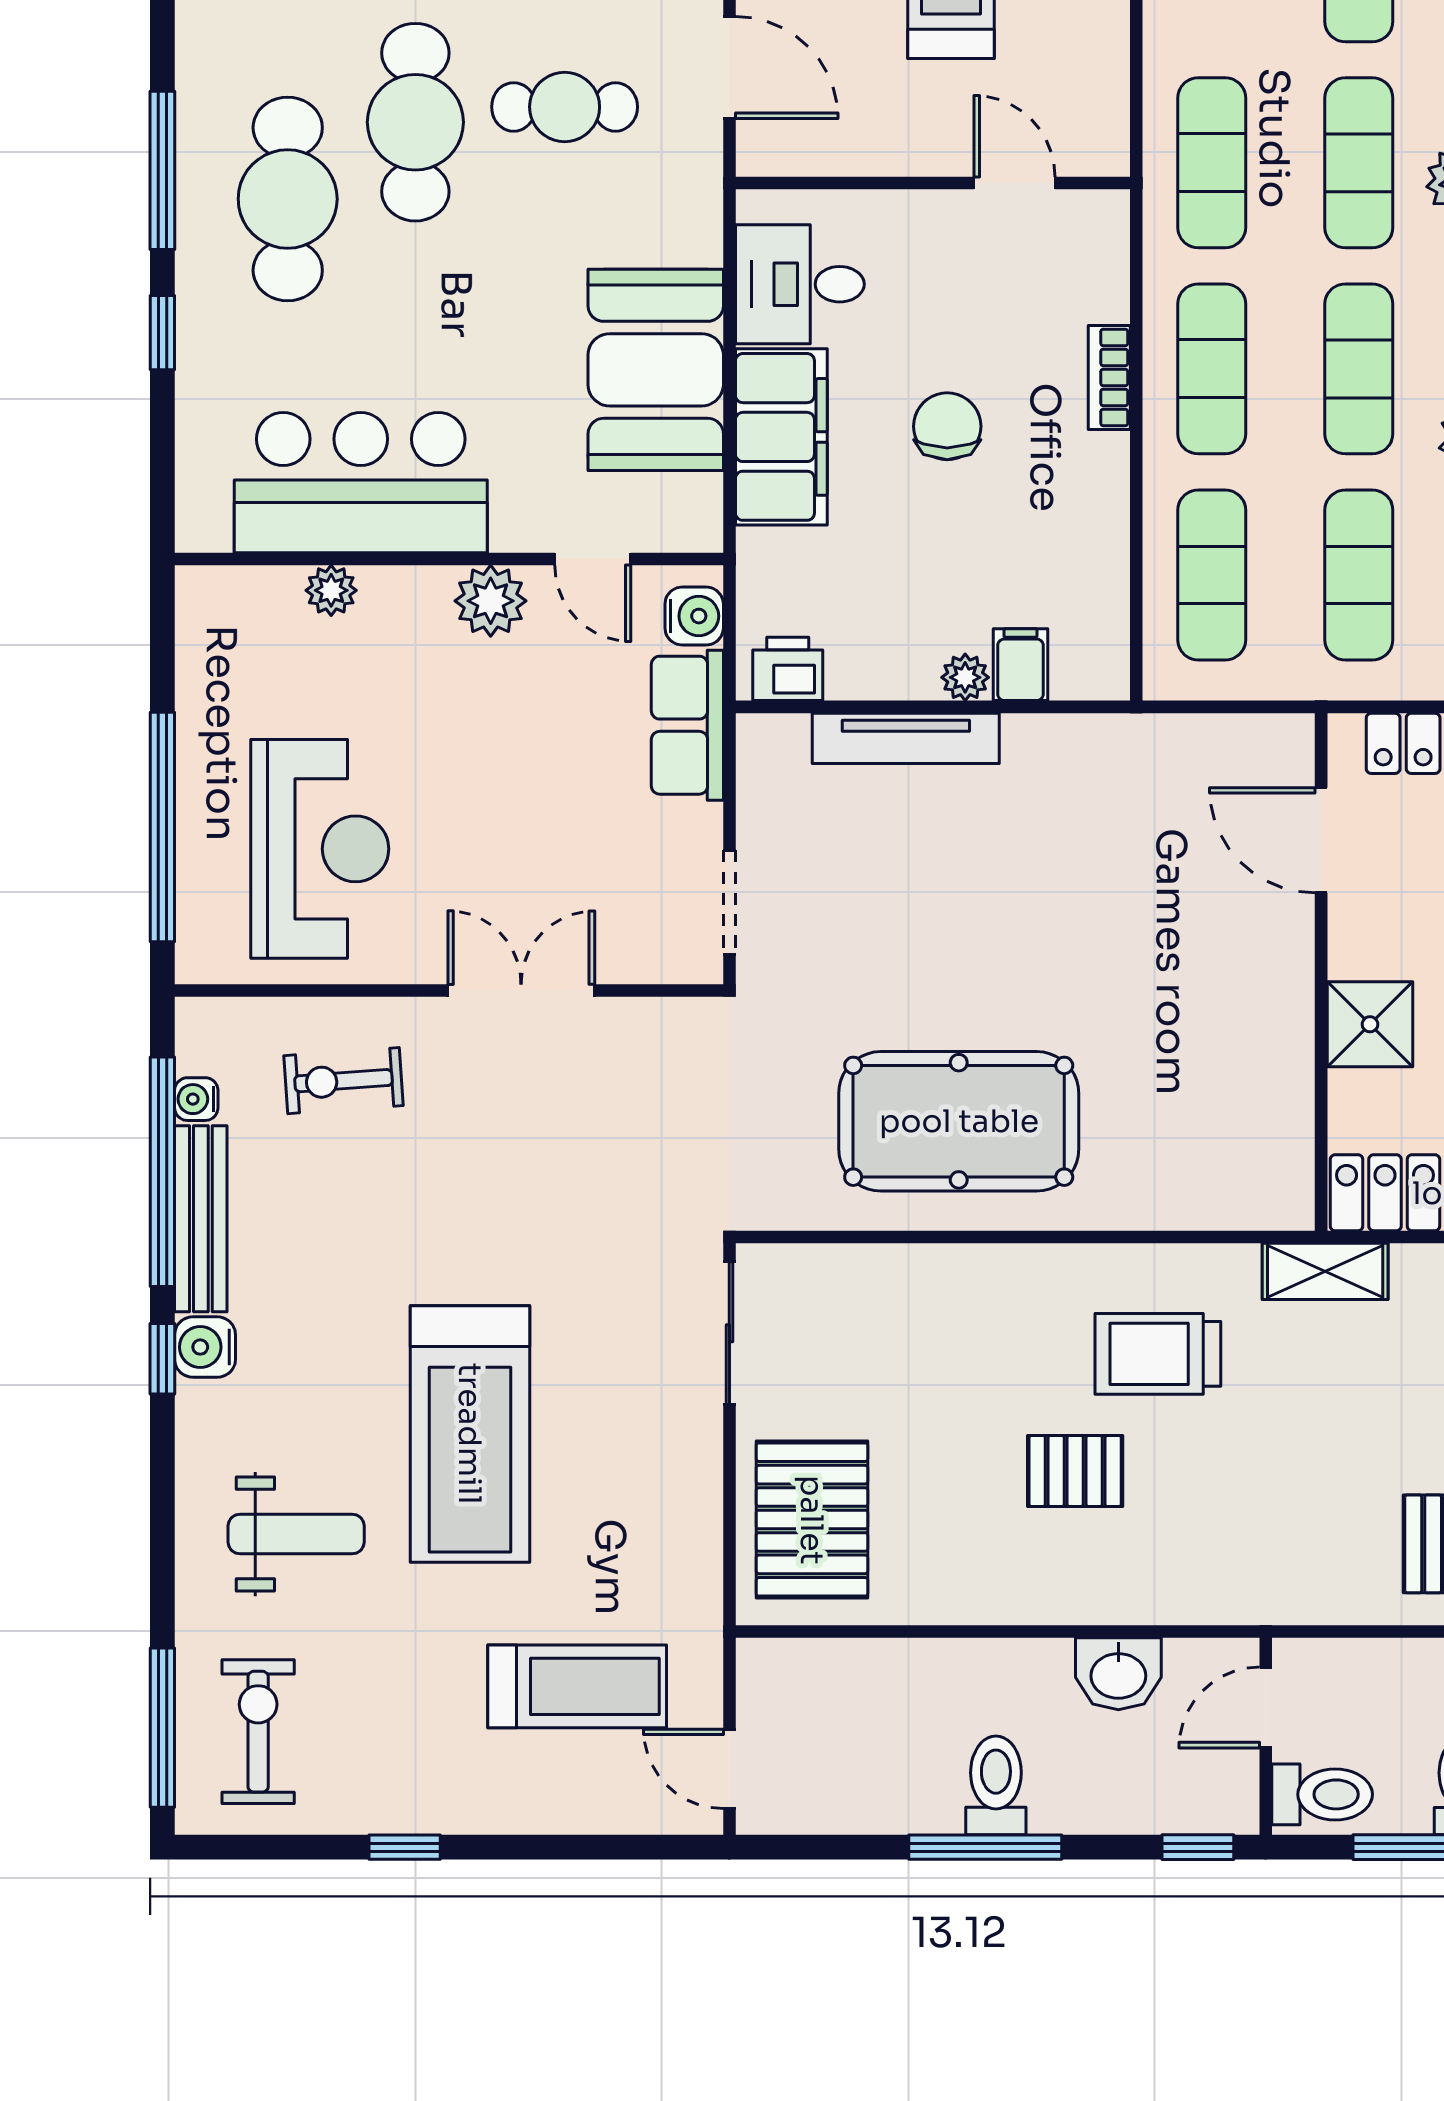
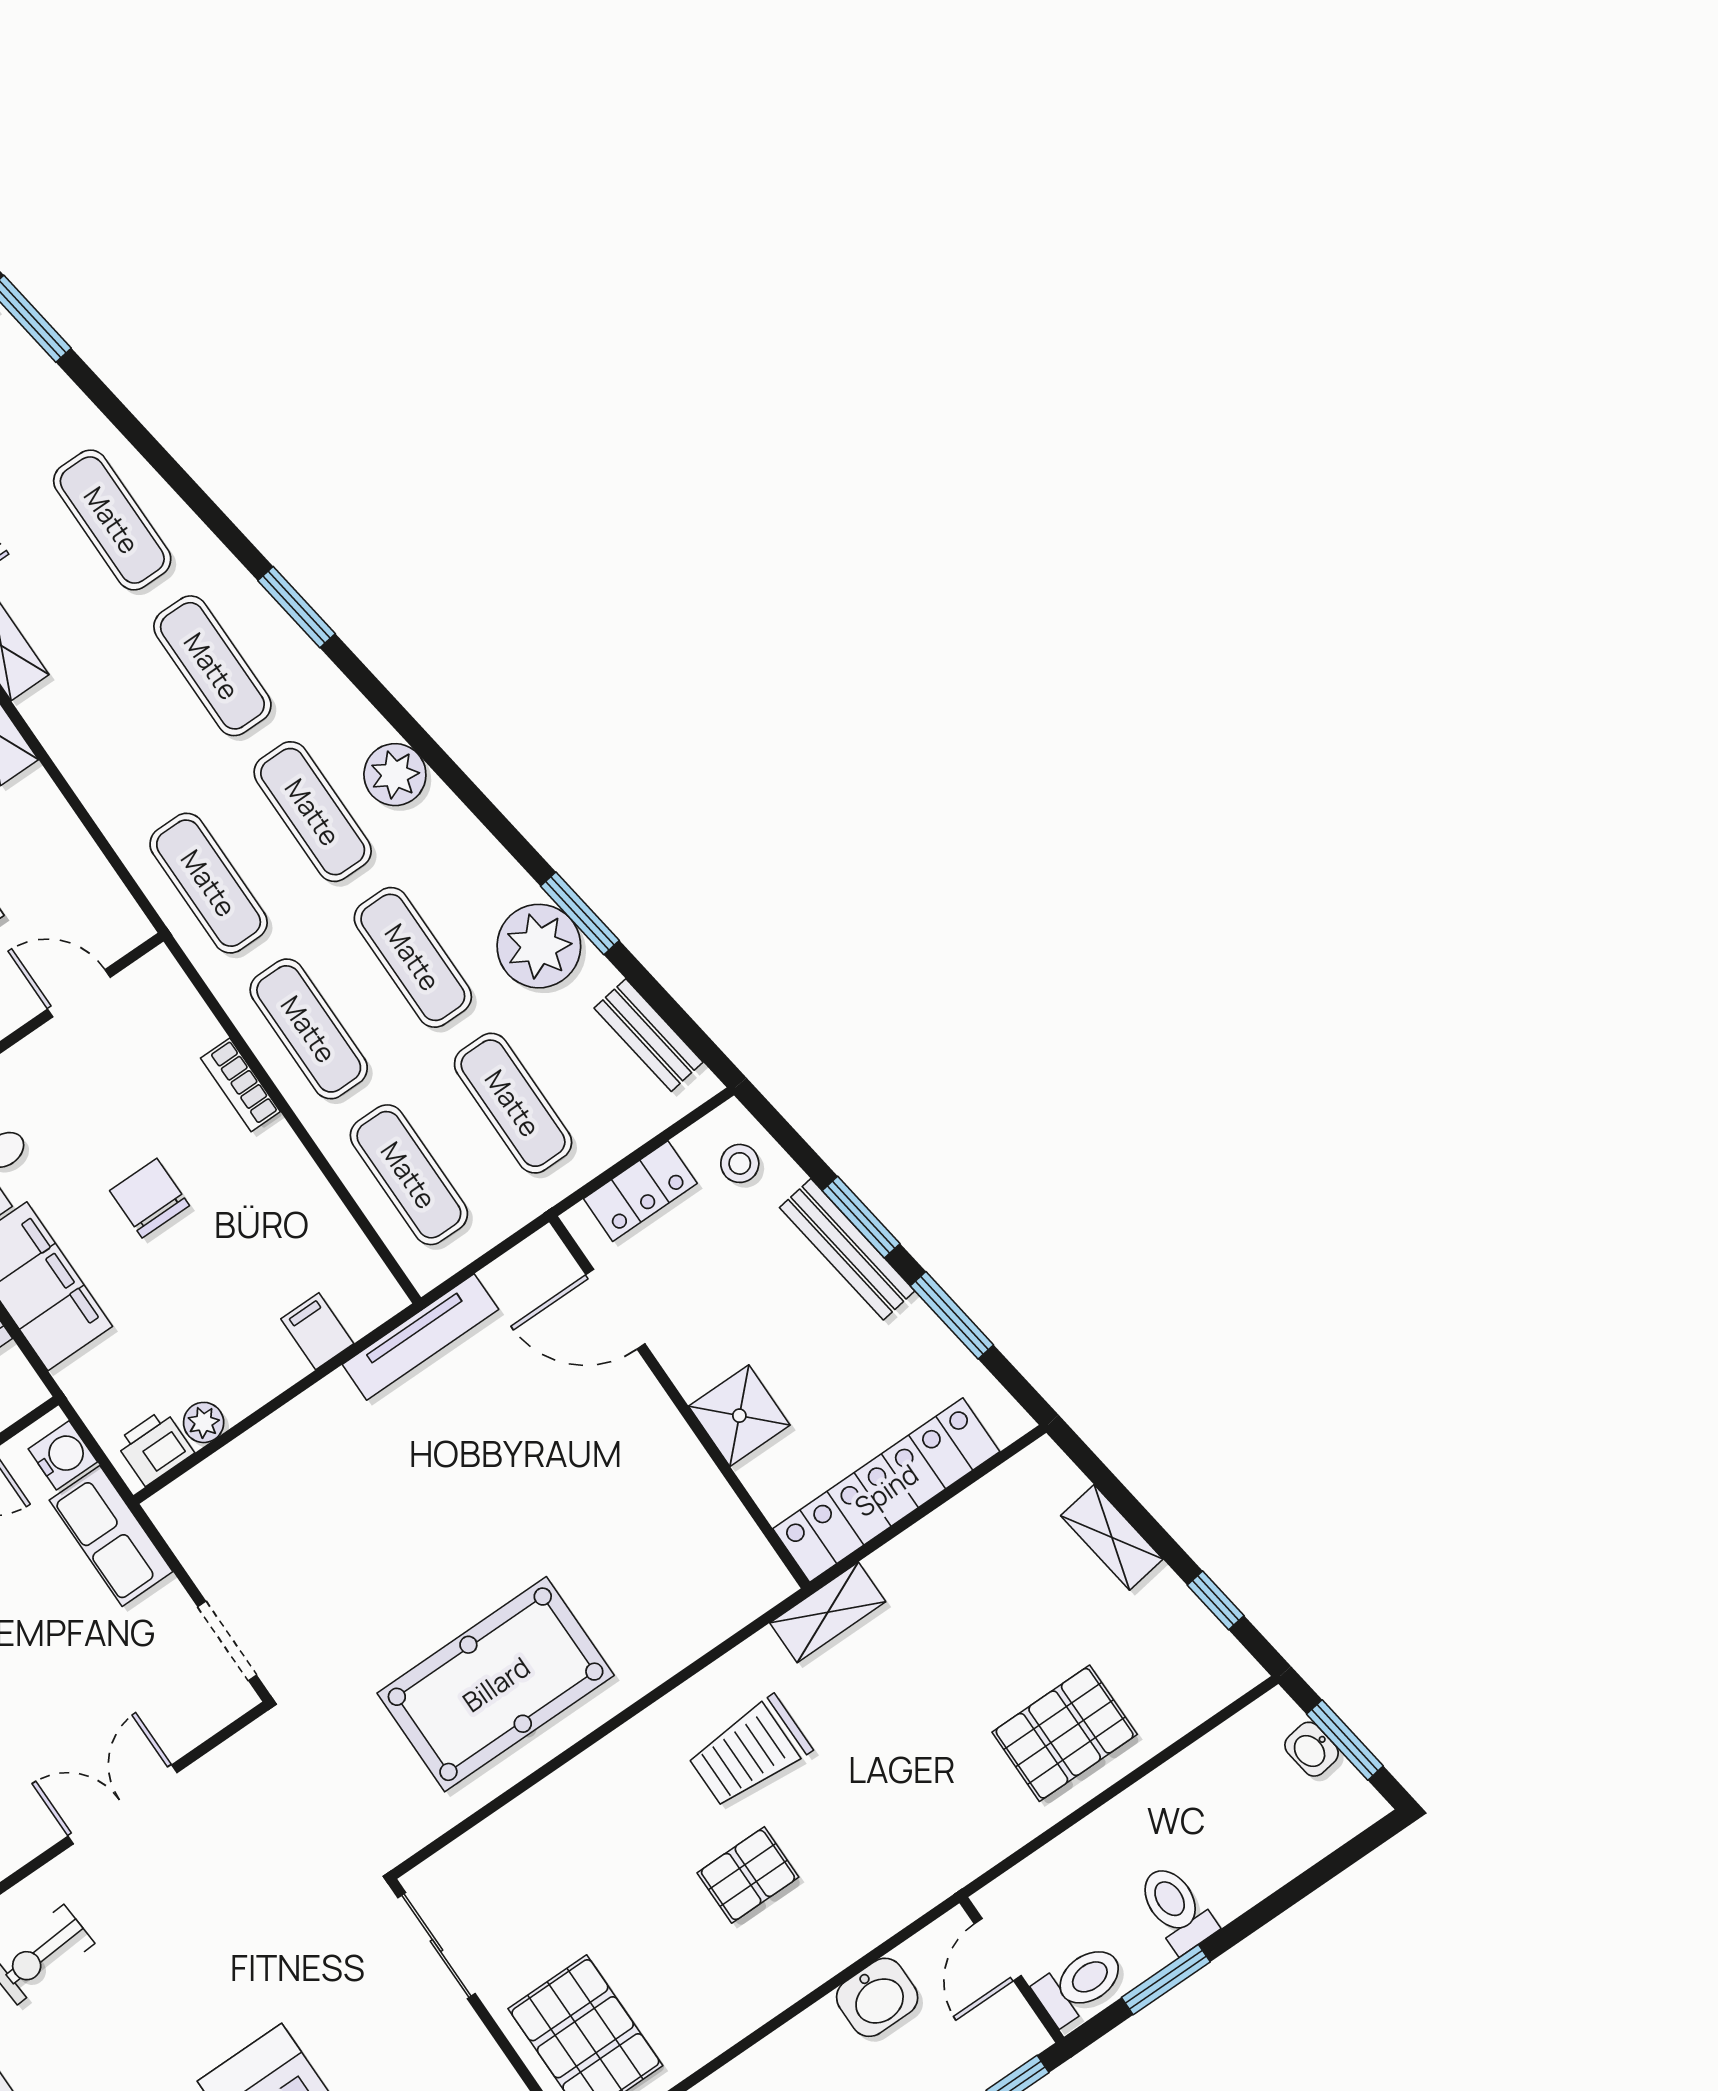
plant: (965, 677) -> (204, 1422), moved
tv unit: (906, 738) -> (420, 1337), moved

